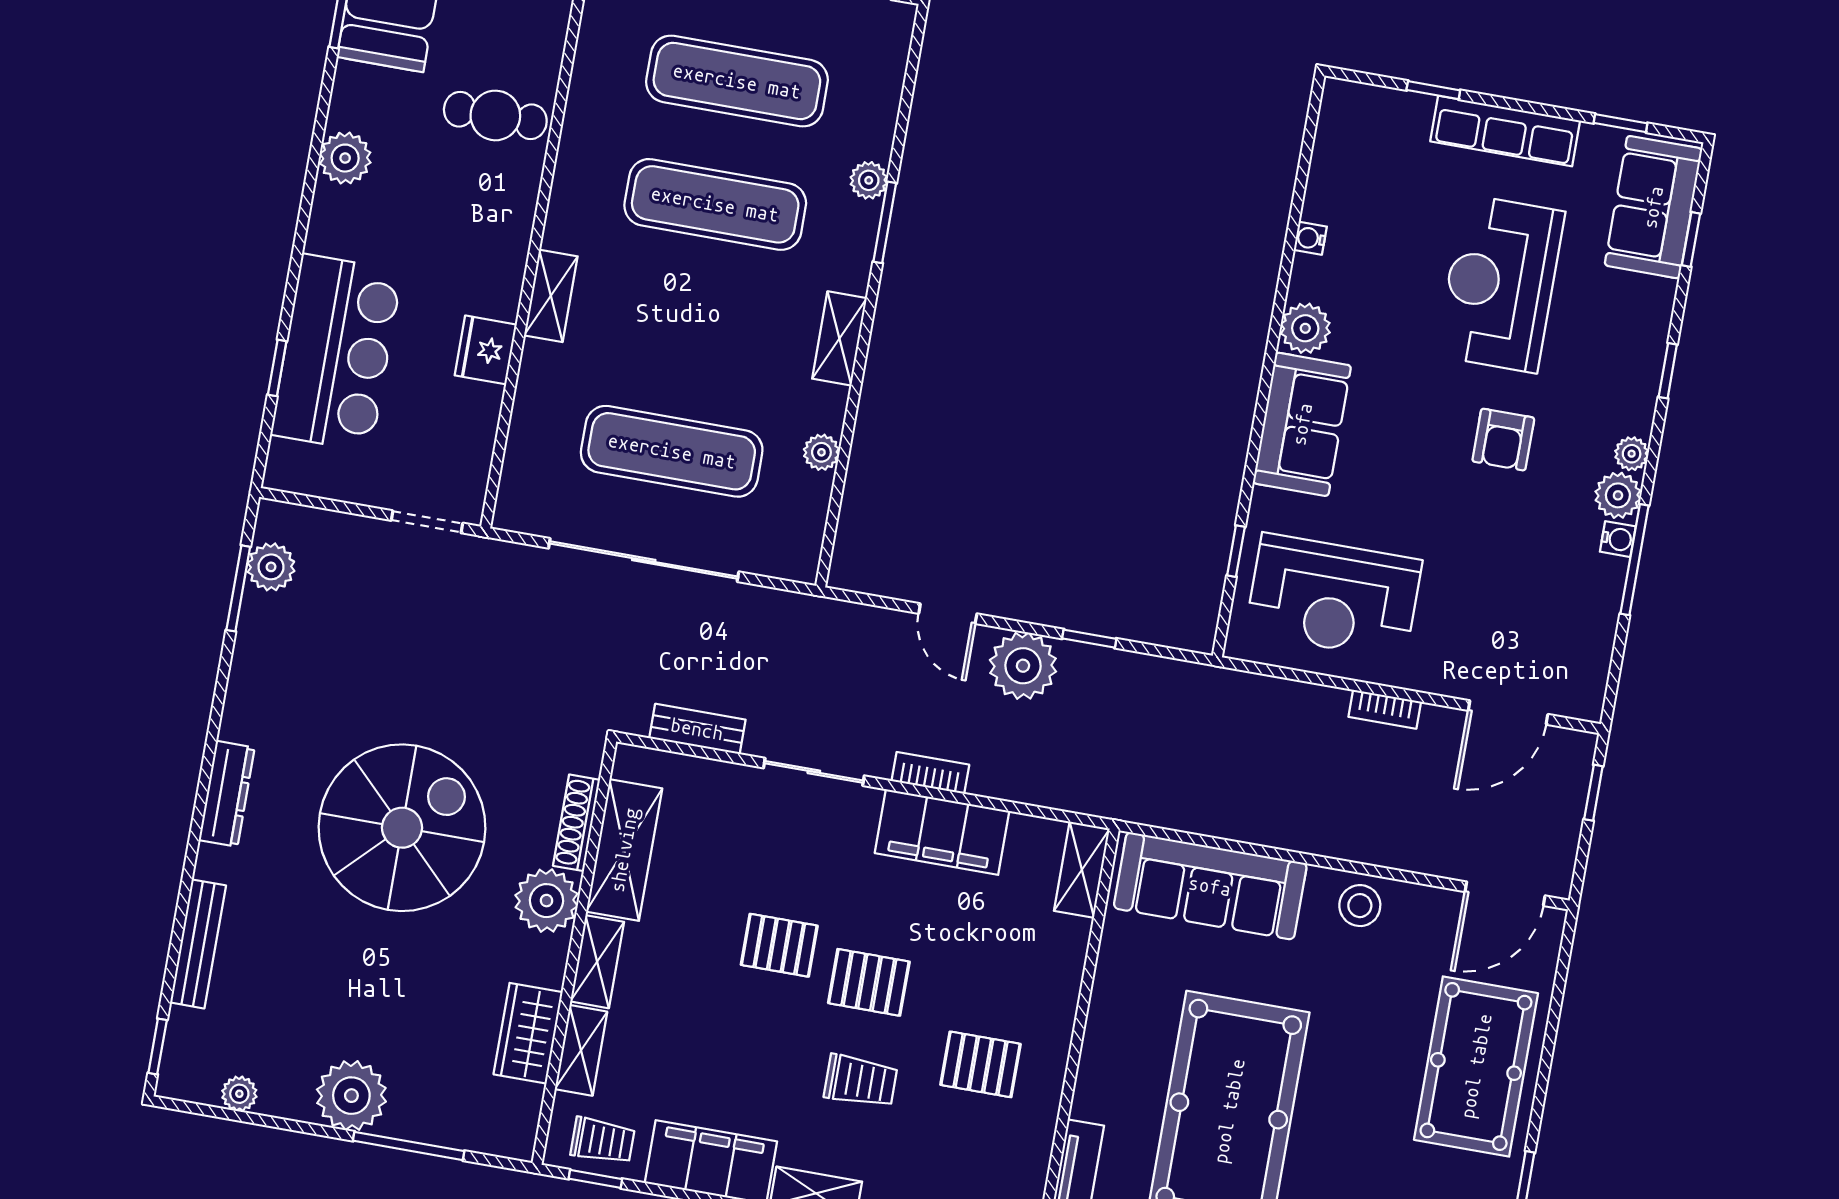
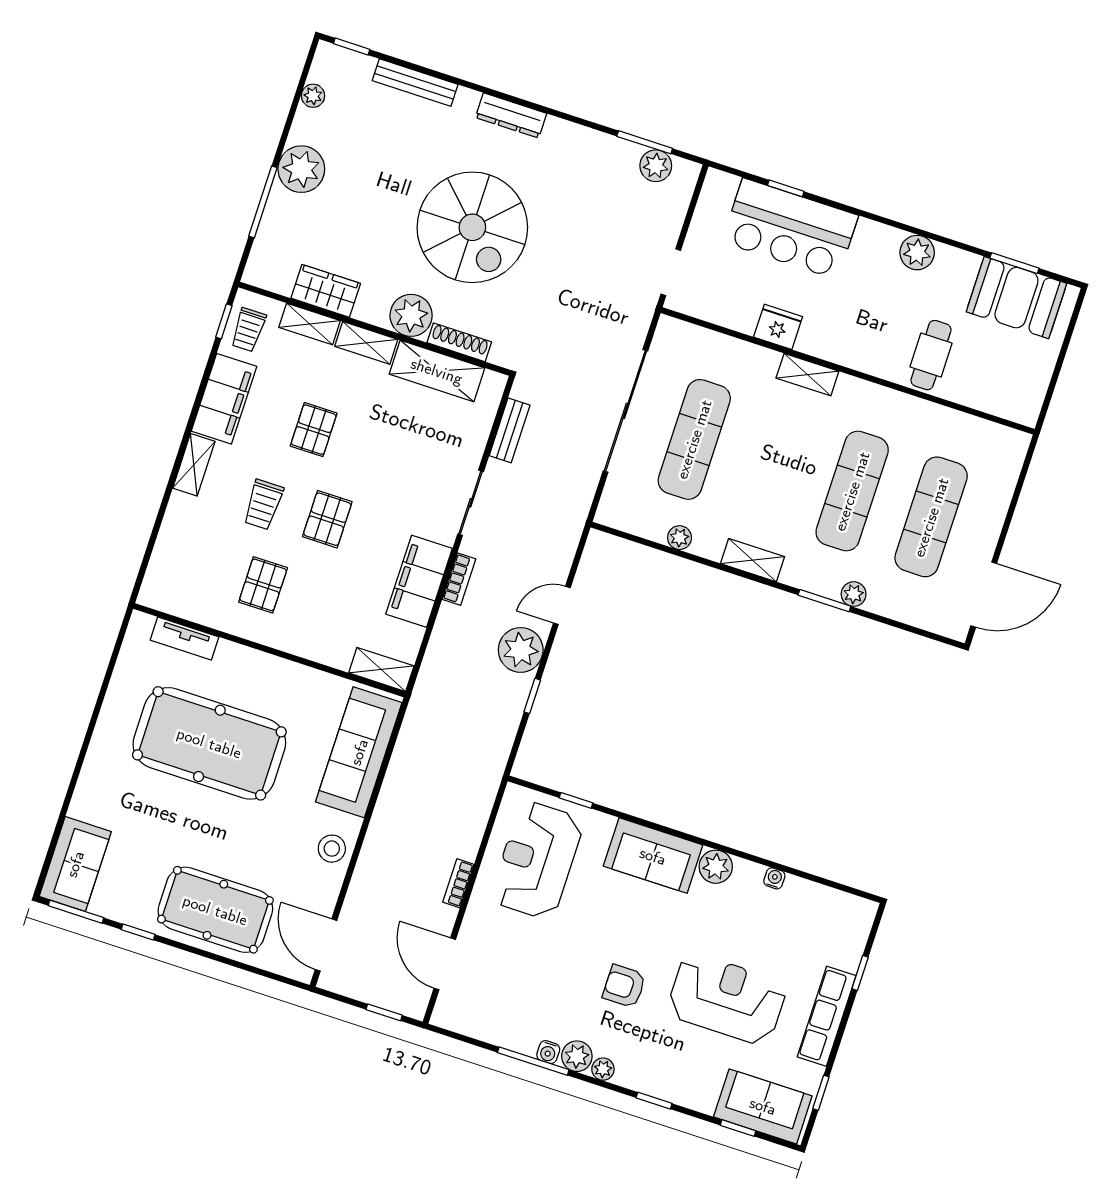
pallet: (779, 945) -> (314, 430), moved

